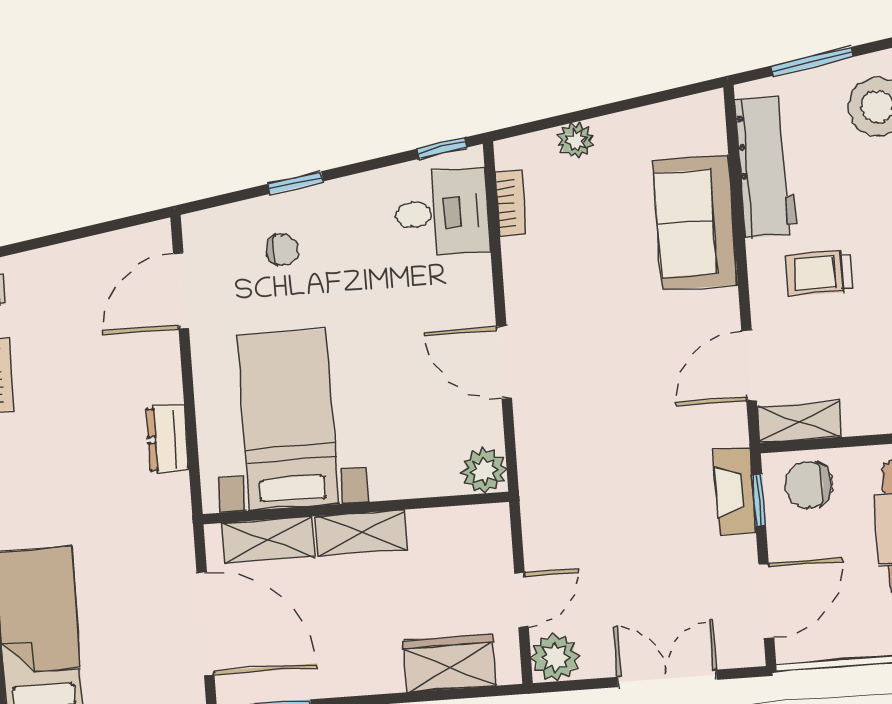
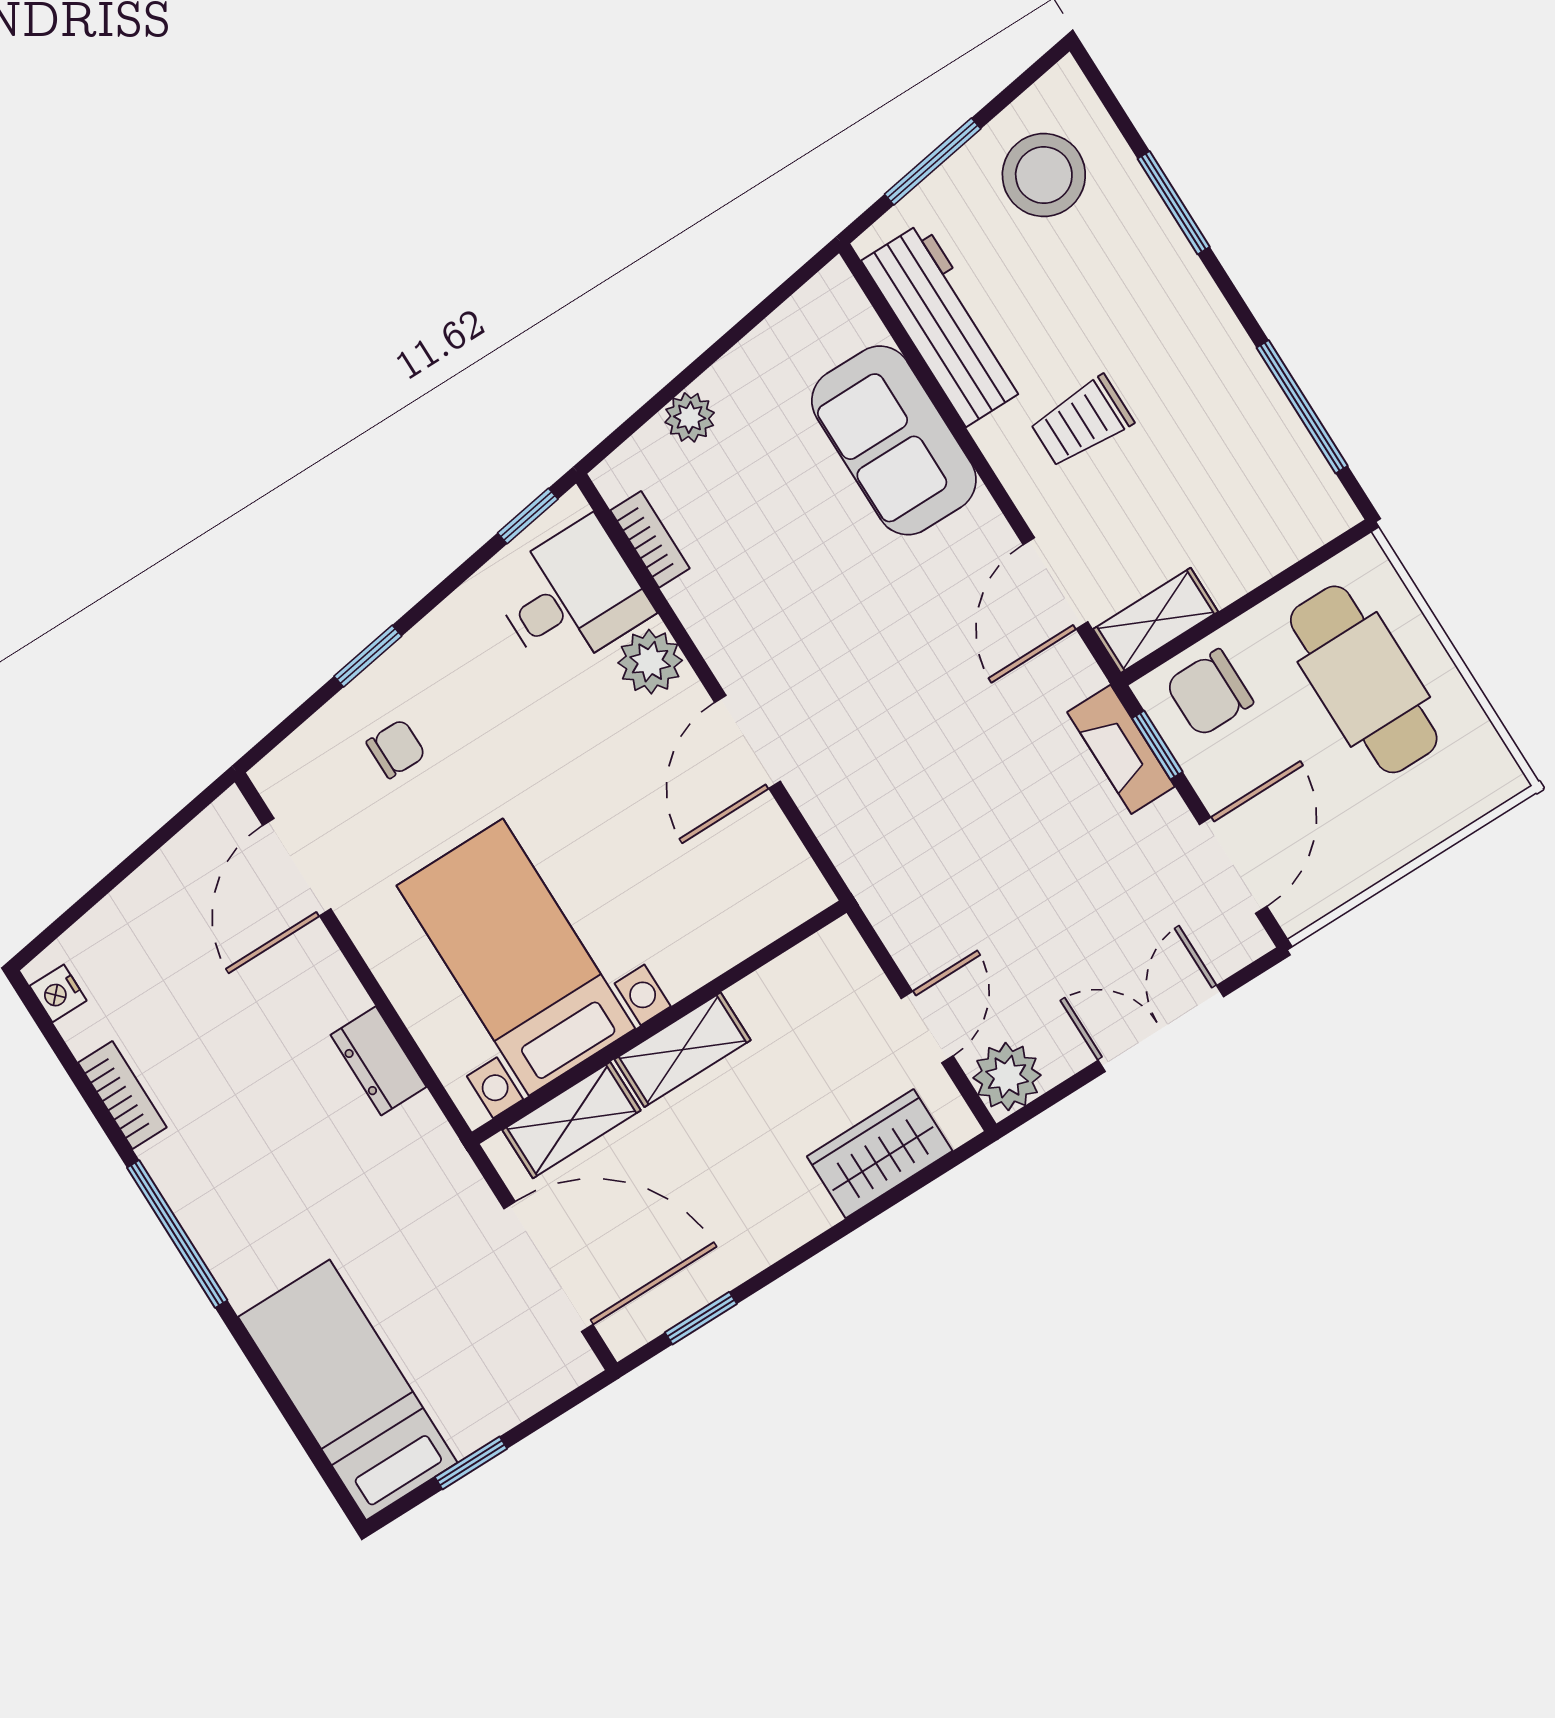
door: (504, 362) -> (747, 742), hinge flipped
plant: (484, 471) -> (650, 662), moved

